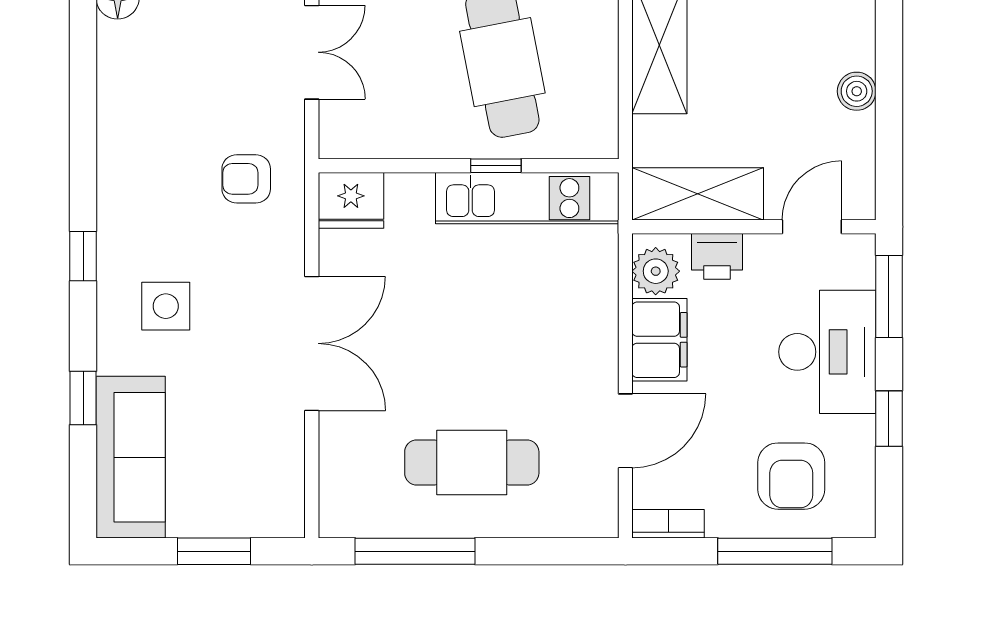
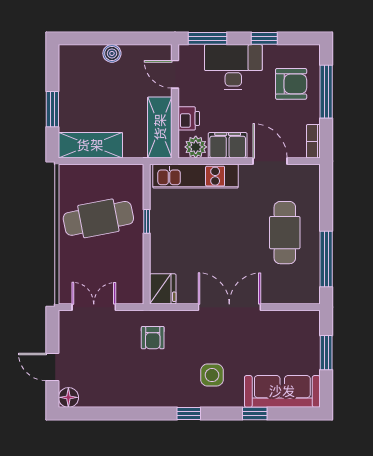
kitchen unit: (527, 198) -> (195, 176), moved, turned 90

